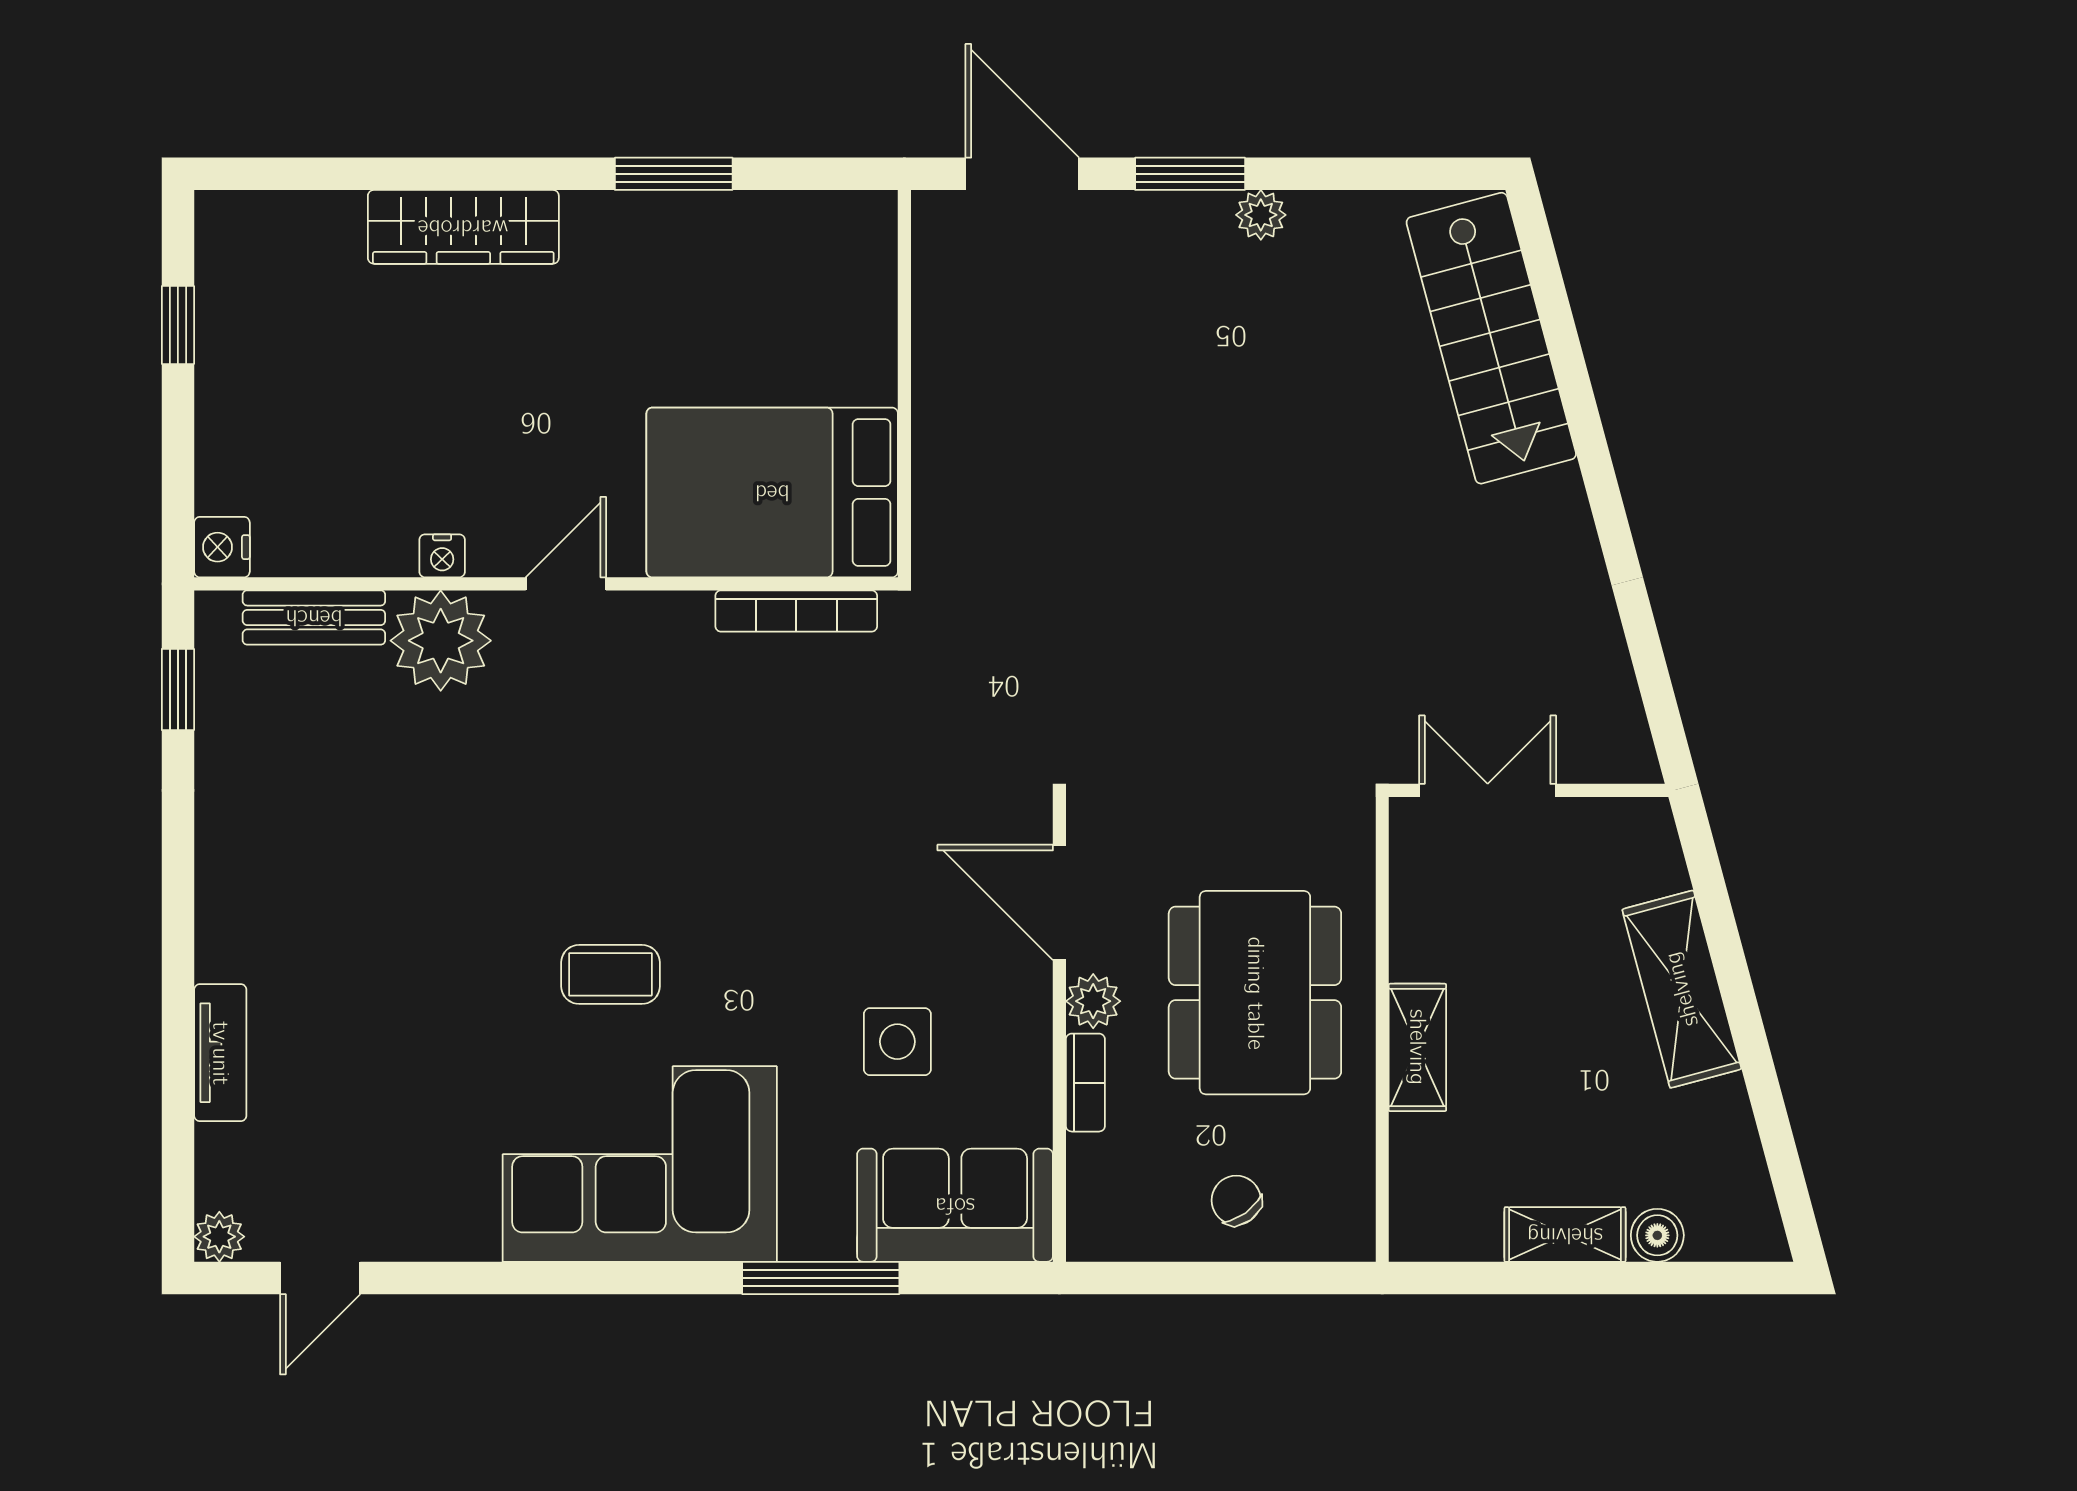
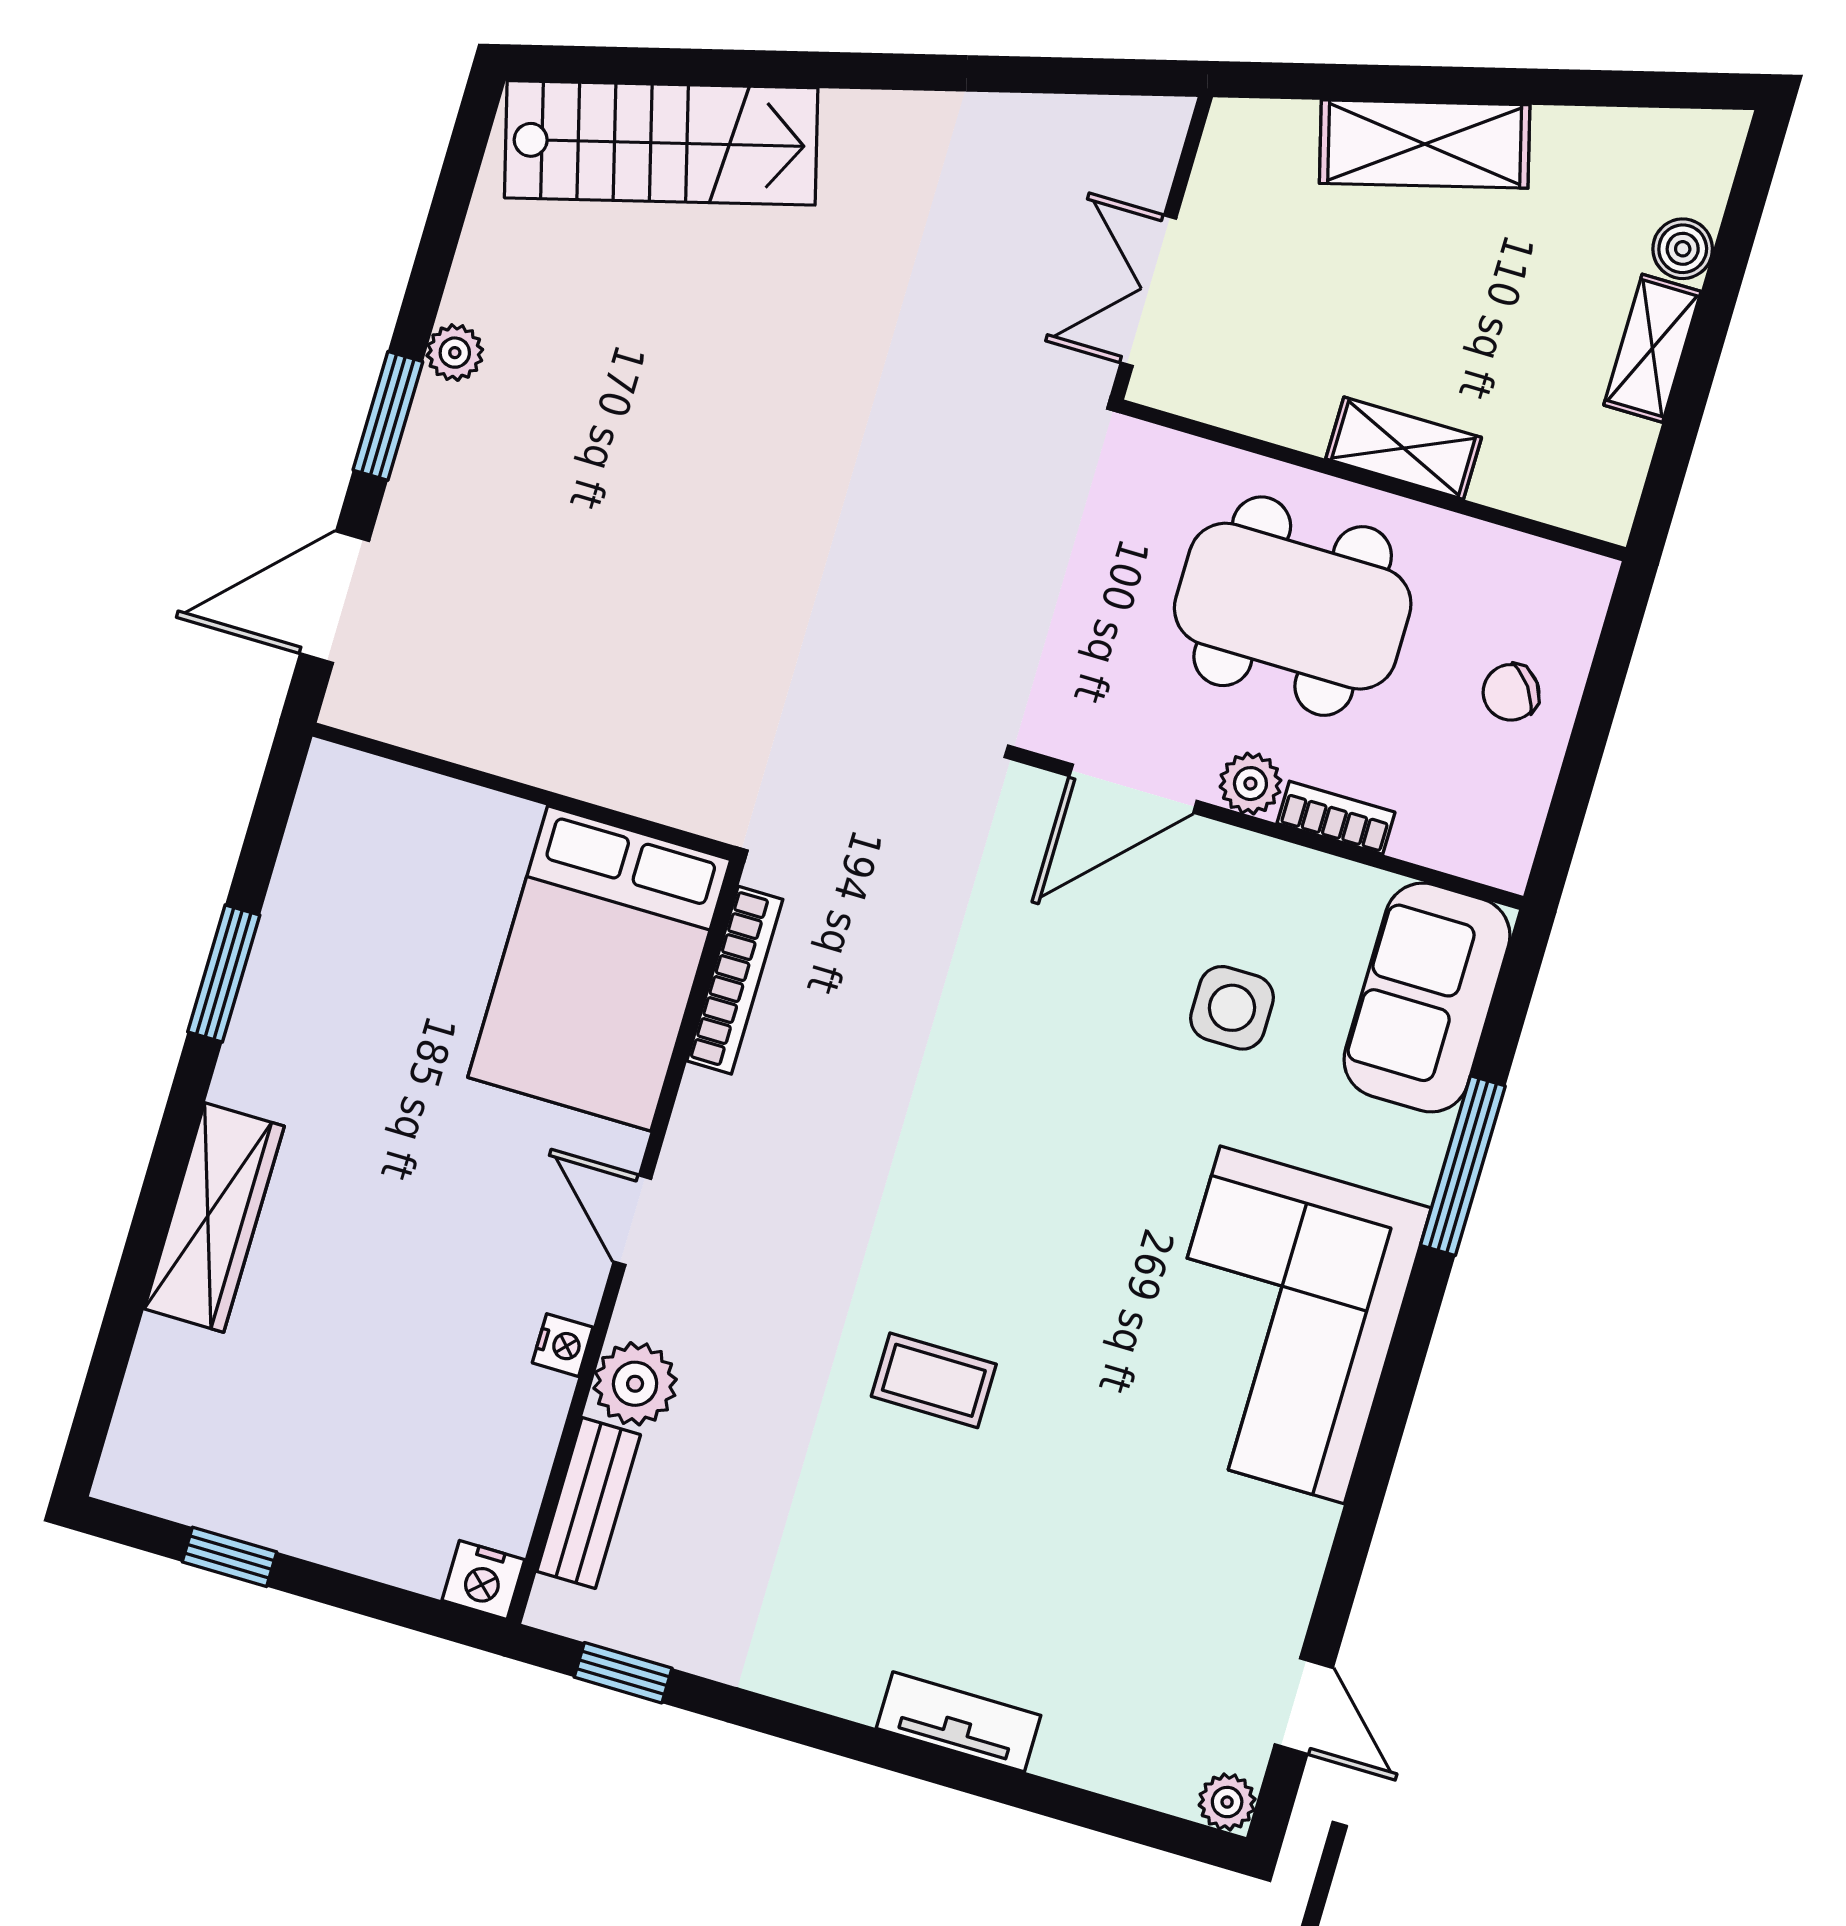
plant: (441, 641) -> (635, 1384), width x0.73, depth x0.73
coffee table: (611, 974) -> (934, 1380), moved, turned 90
tv unit: (220, 1053) -> (959, 1722), moved

